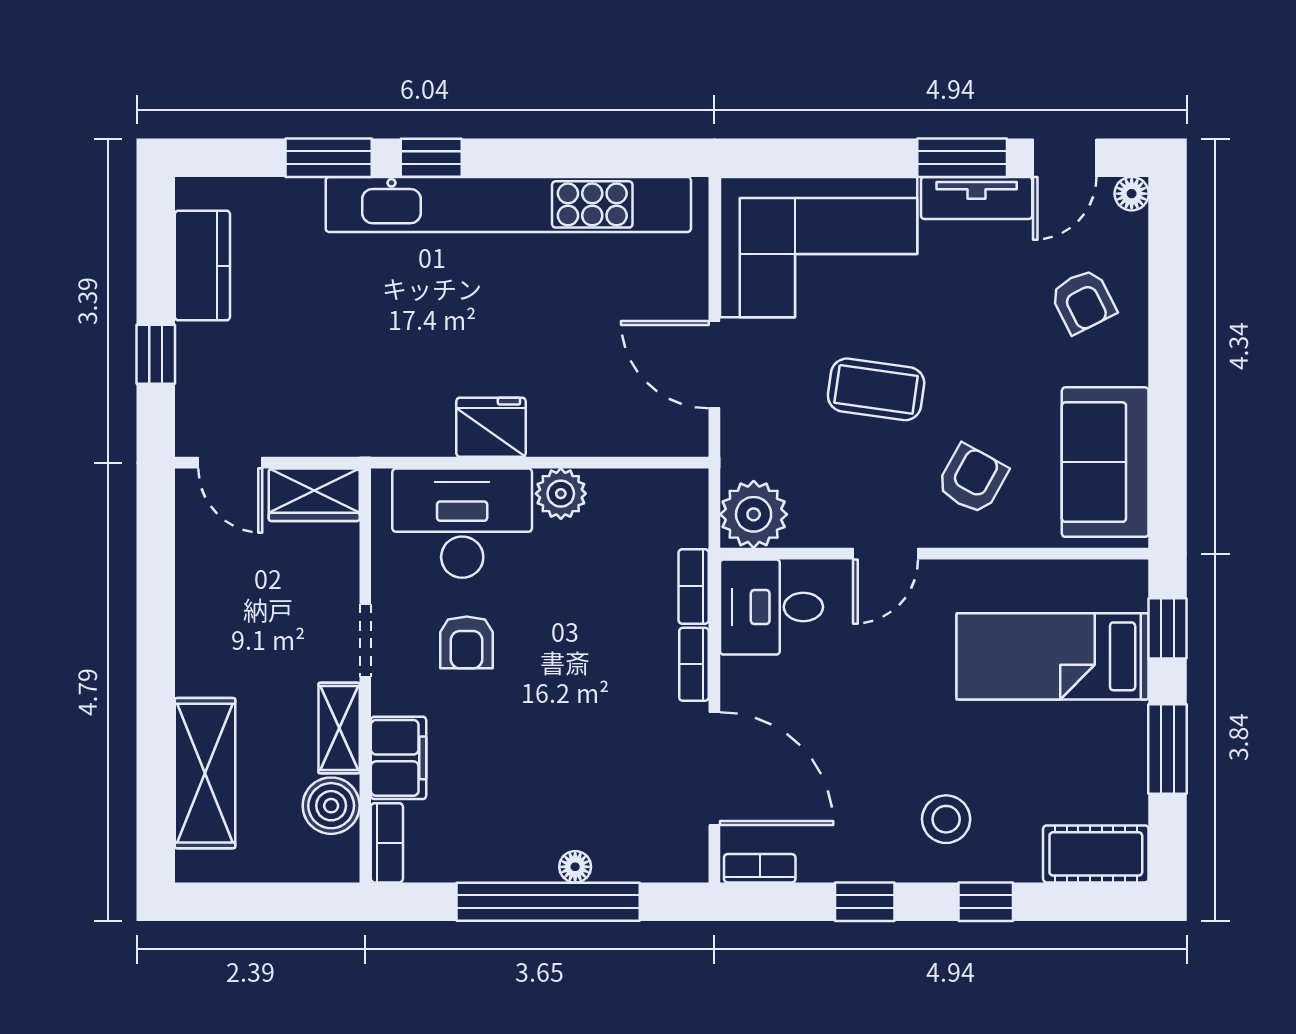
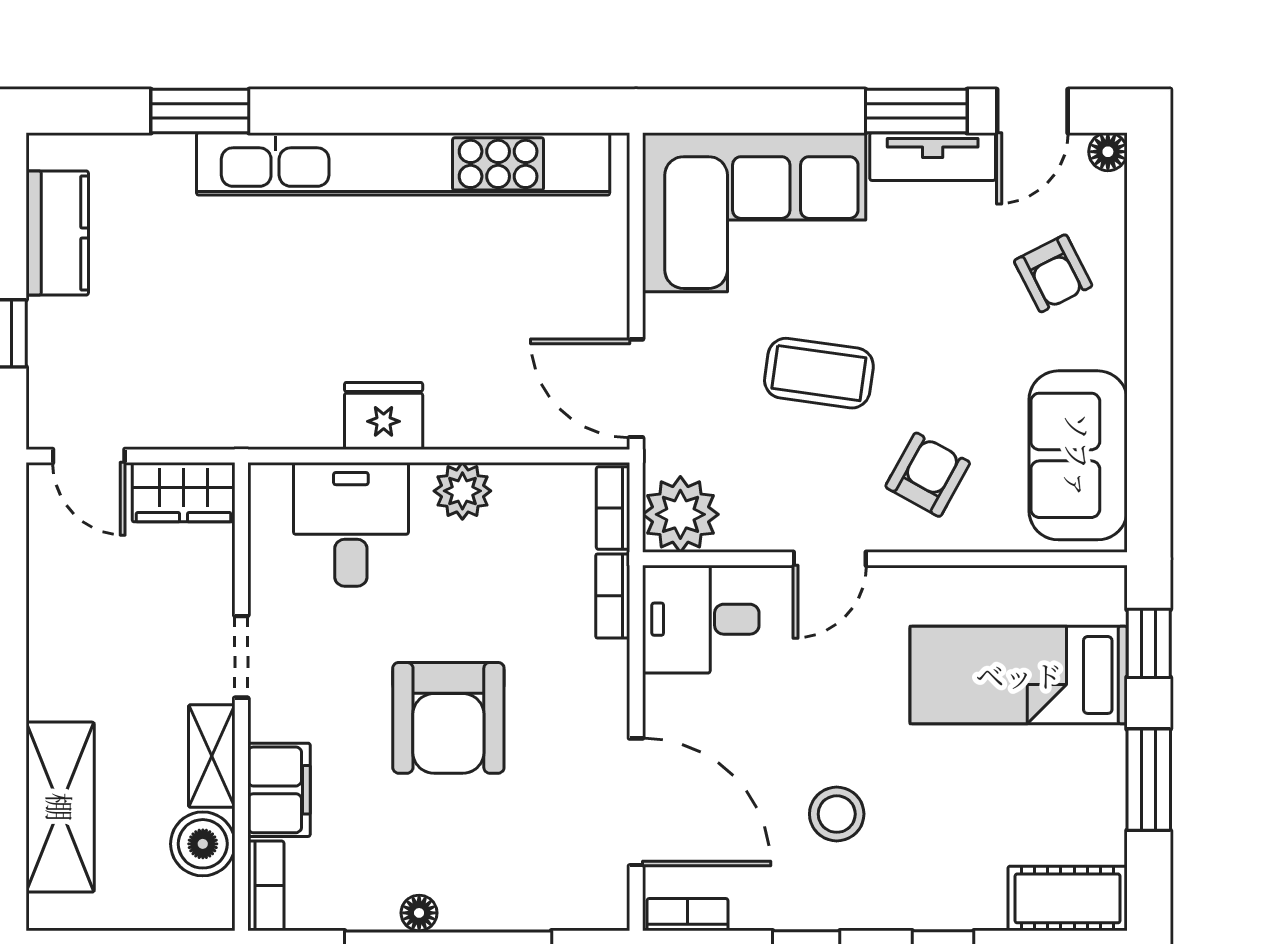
window: (431, 158) -> (316, 111), removed
door: (714, 365) -> (636, 388), moved
desk: (462, 523) -> (351, 524), width x0.73
armchair: (467, 642) -> (448, 718), moved, width x1.88, depth x1.88
bookcase: (694, 664) -> (613, 508), moved
stool: (946, 819) -> (837, 814), moved
floor lamp: (575, 867) -> (419, 913), moved

